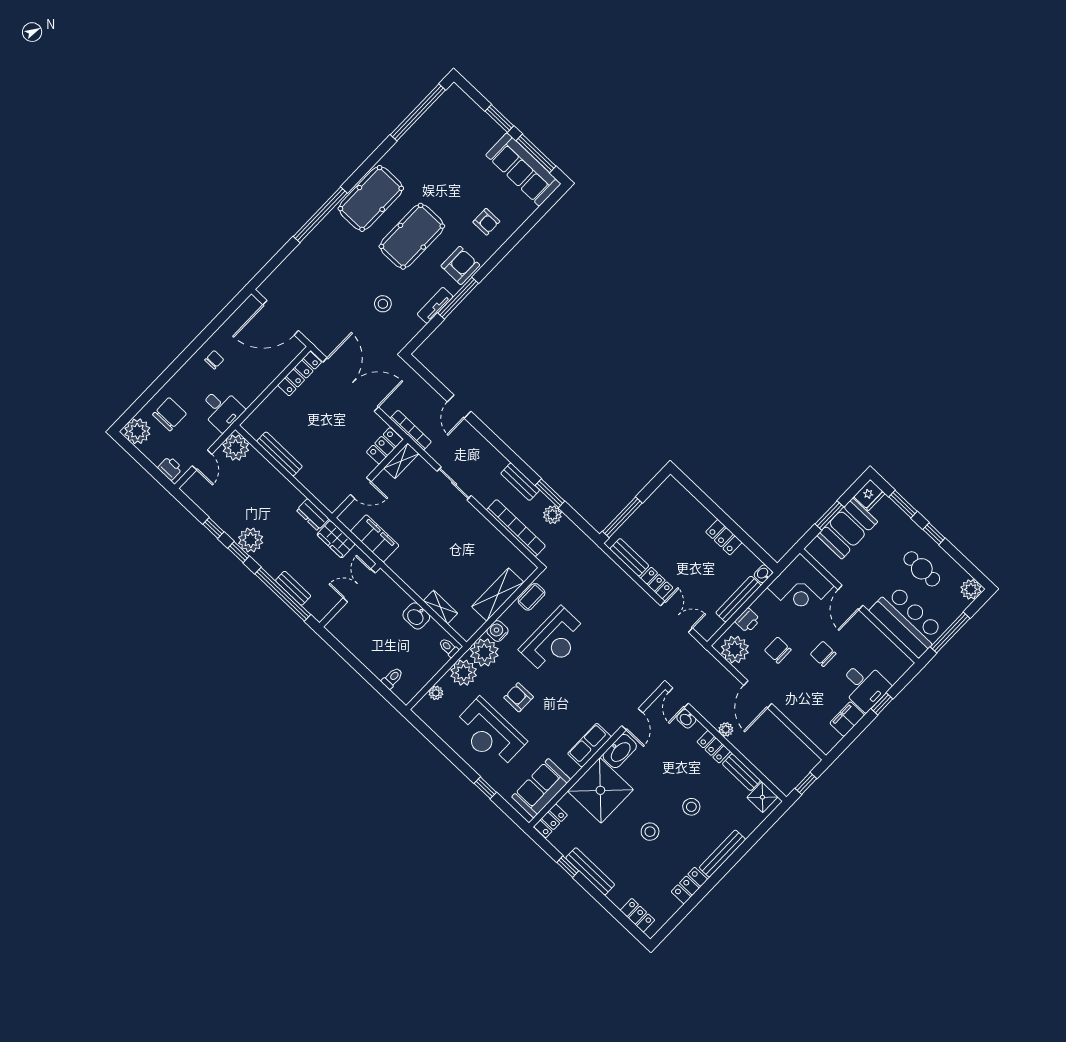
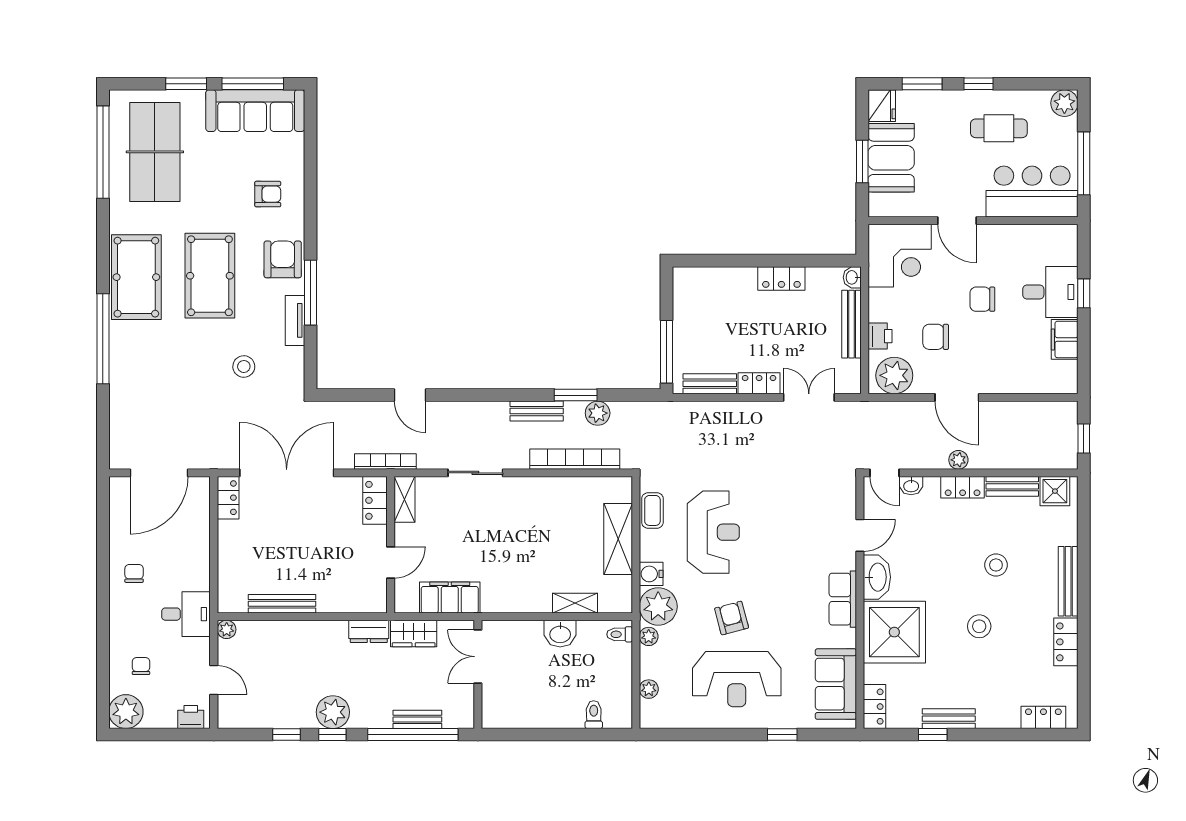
table tennis table: (447, 139) -> (155, 152), added
locker: (300, 374) -> (228, 498), width x0.66
chair: (170, 414) -> (141, 666), width x0.54, depth x0.54
plant: (236, 448) -> (227, 629), width x0.53, depth x0.53
plant: (464, 673) -> (649, 636), width x0.53, depth x0.53
armchair: (519, 697) -> (732, 618), turned 75
door: (632, 719) -> (860, 535), hinge flipped
bench: (590, 871) -> (949, 719), width x0.73

